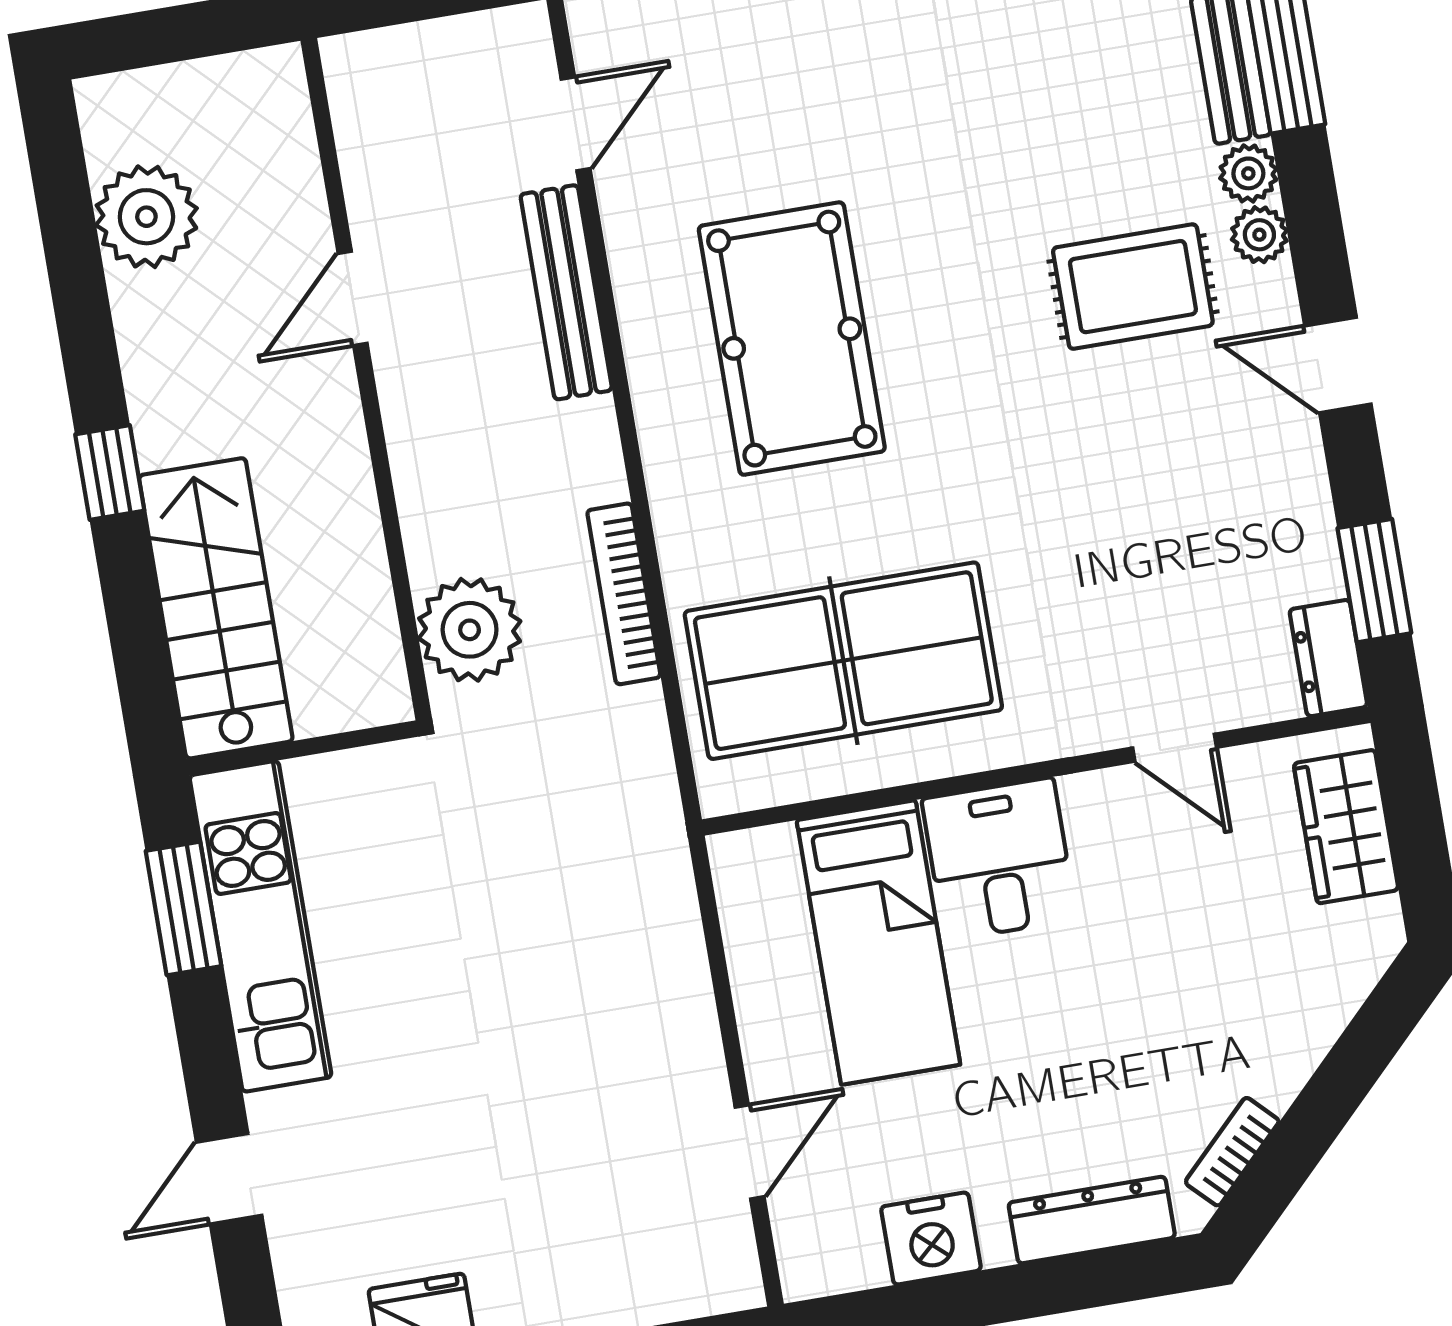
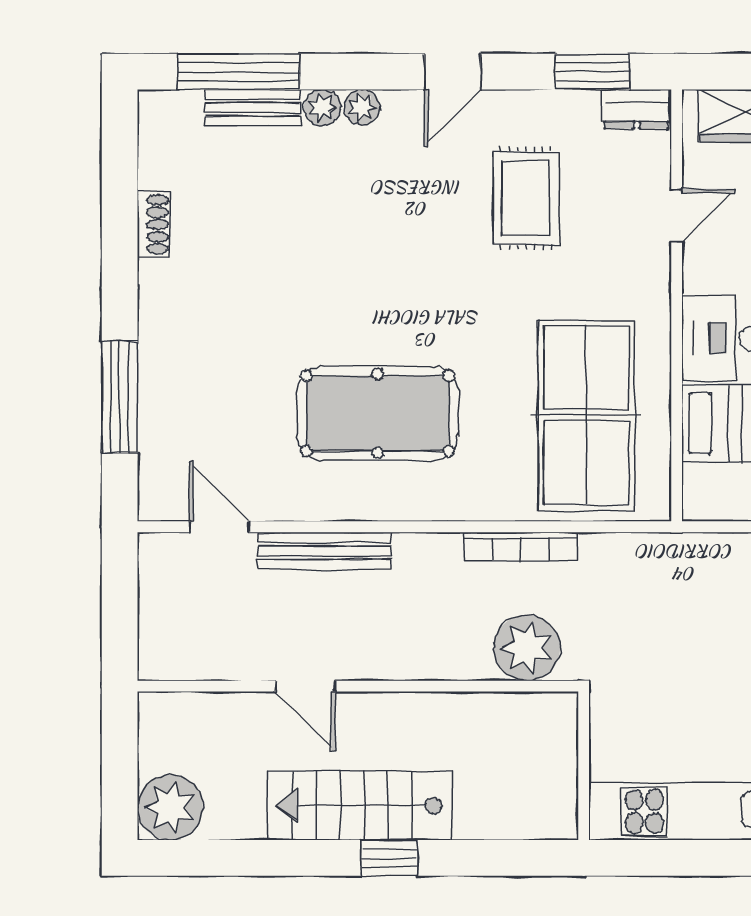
plant: (146, 217) -> (170, 808), moved
rug: (1133, 287) -> (526, 198), moved
stairs: (216, 608) -> (360, 806), moved
window: (183, 908) -> (672, 858), removed

